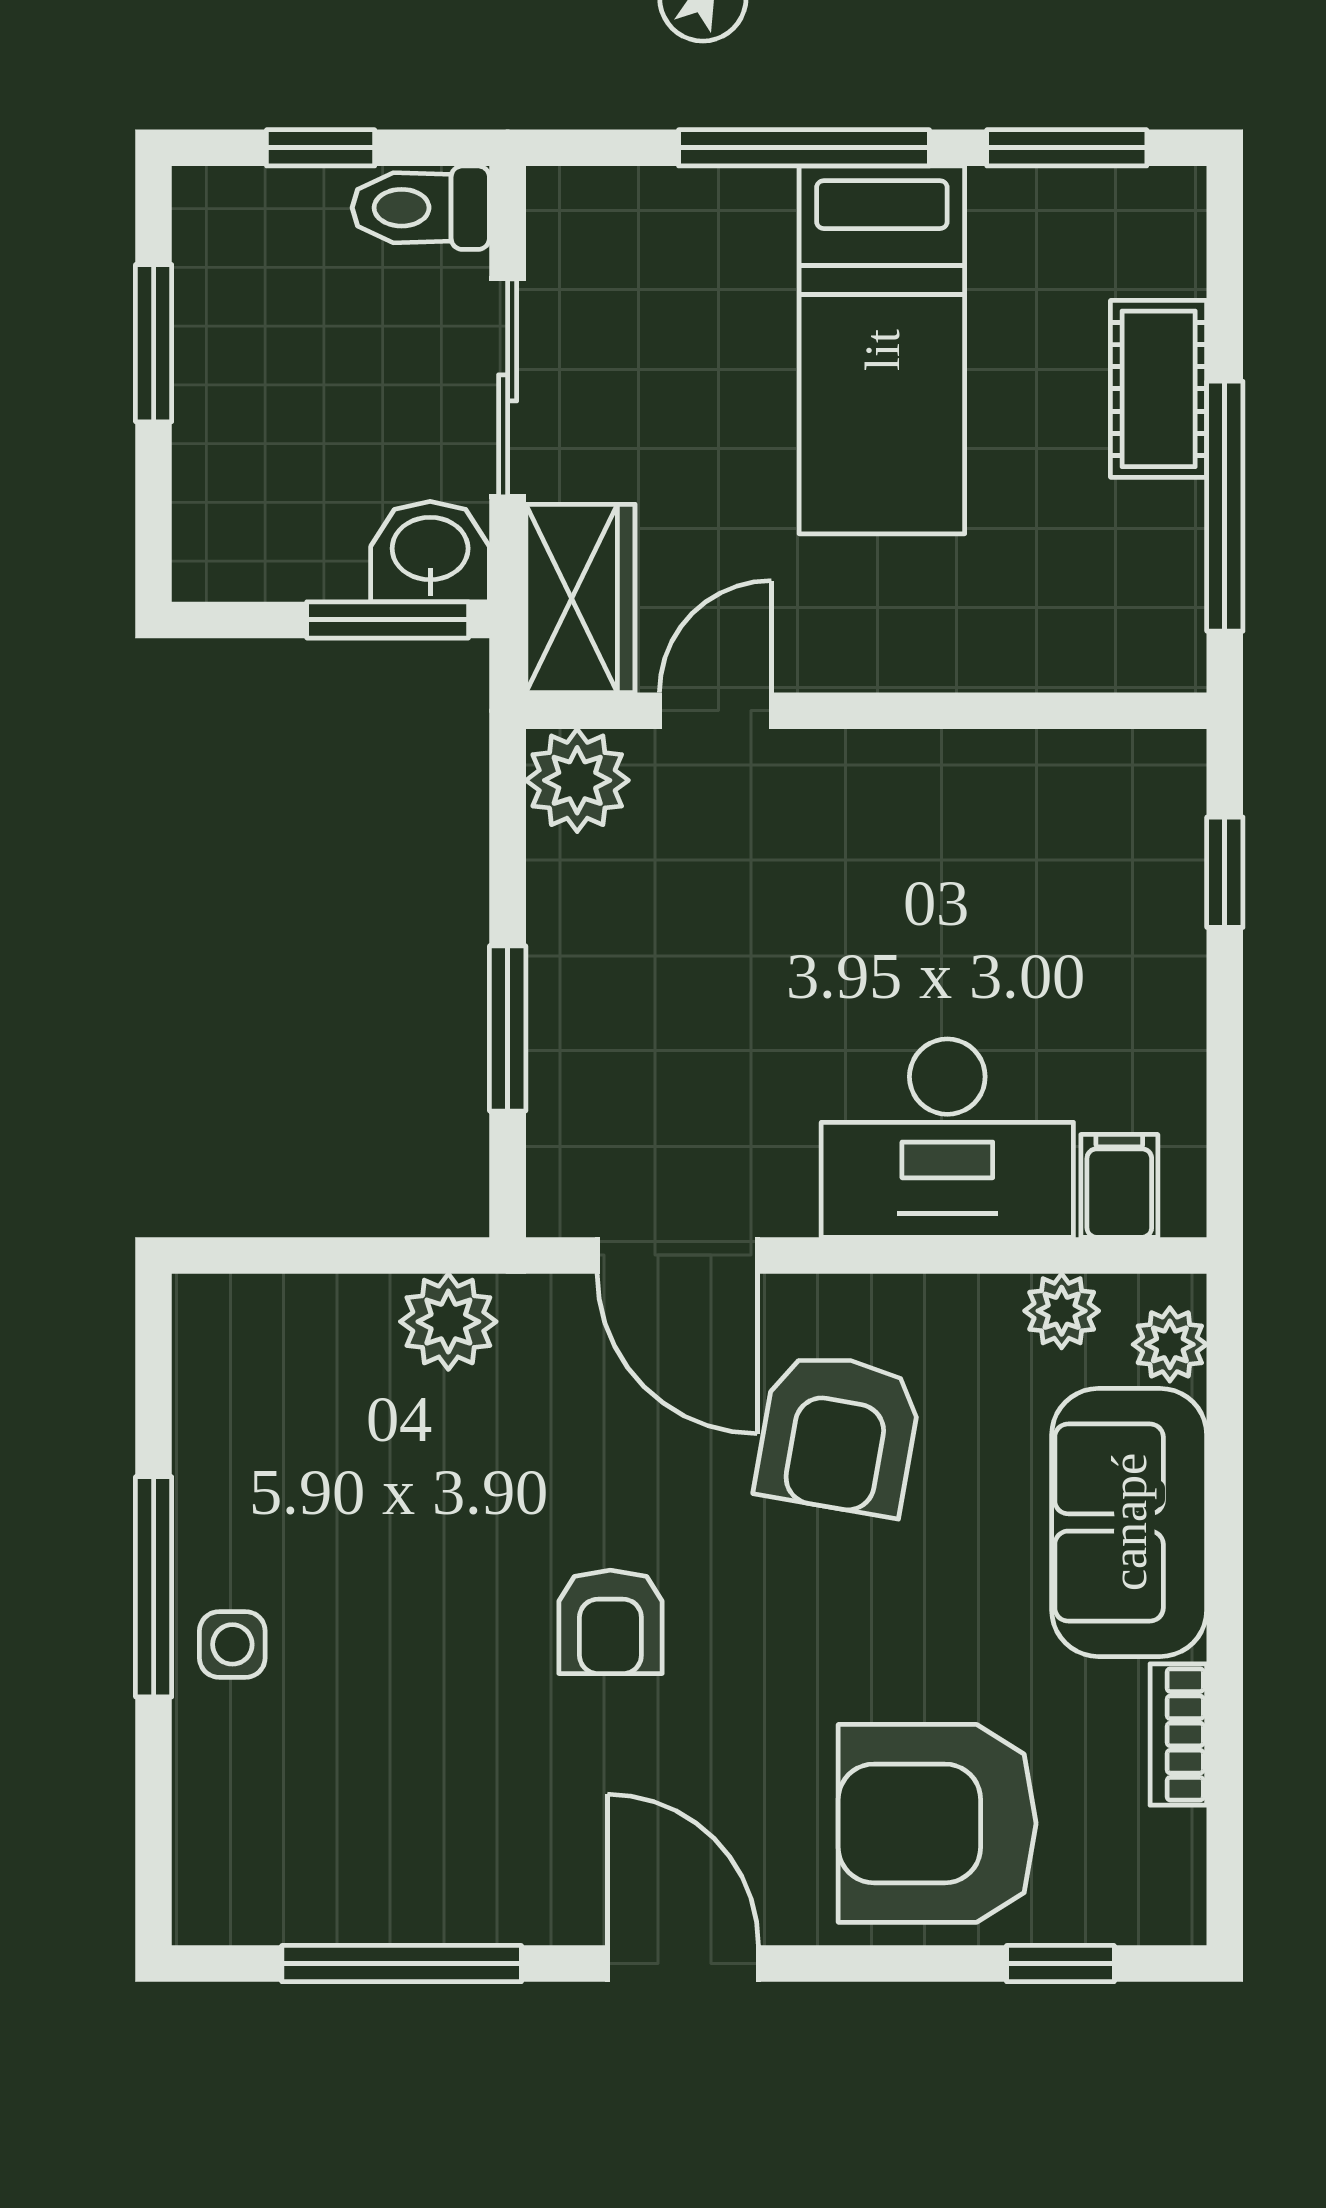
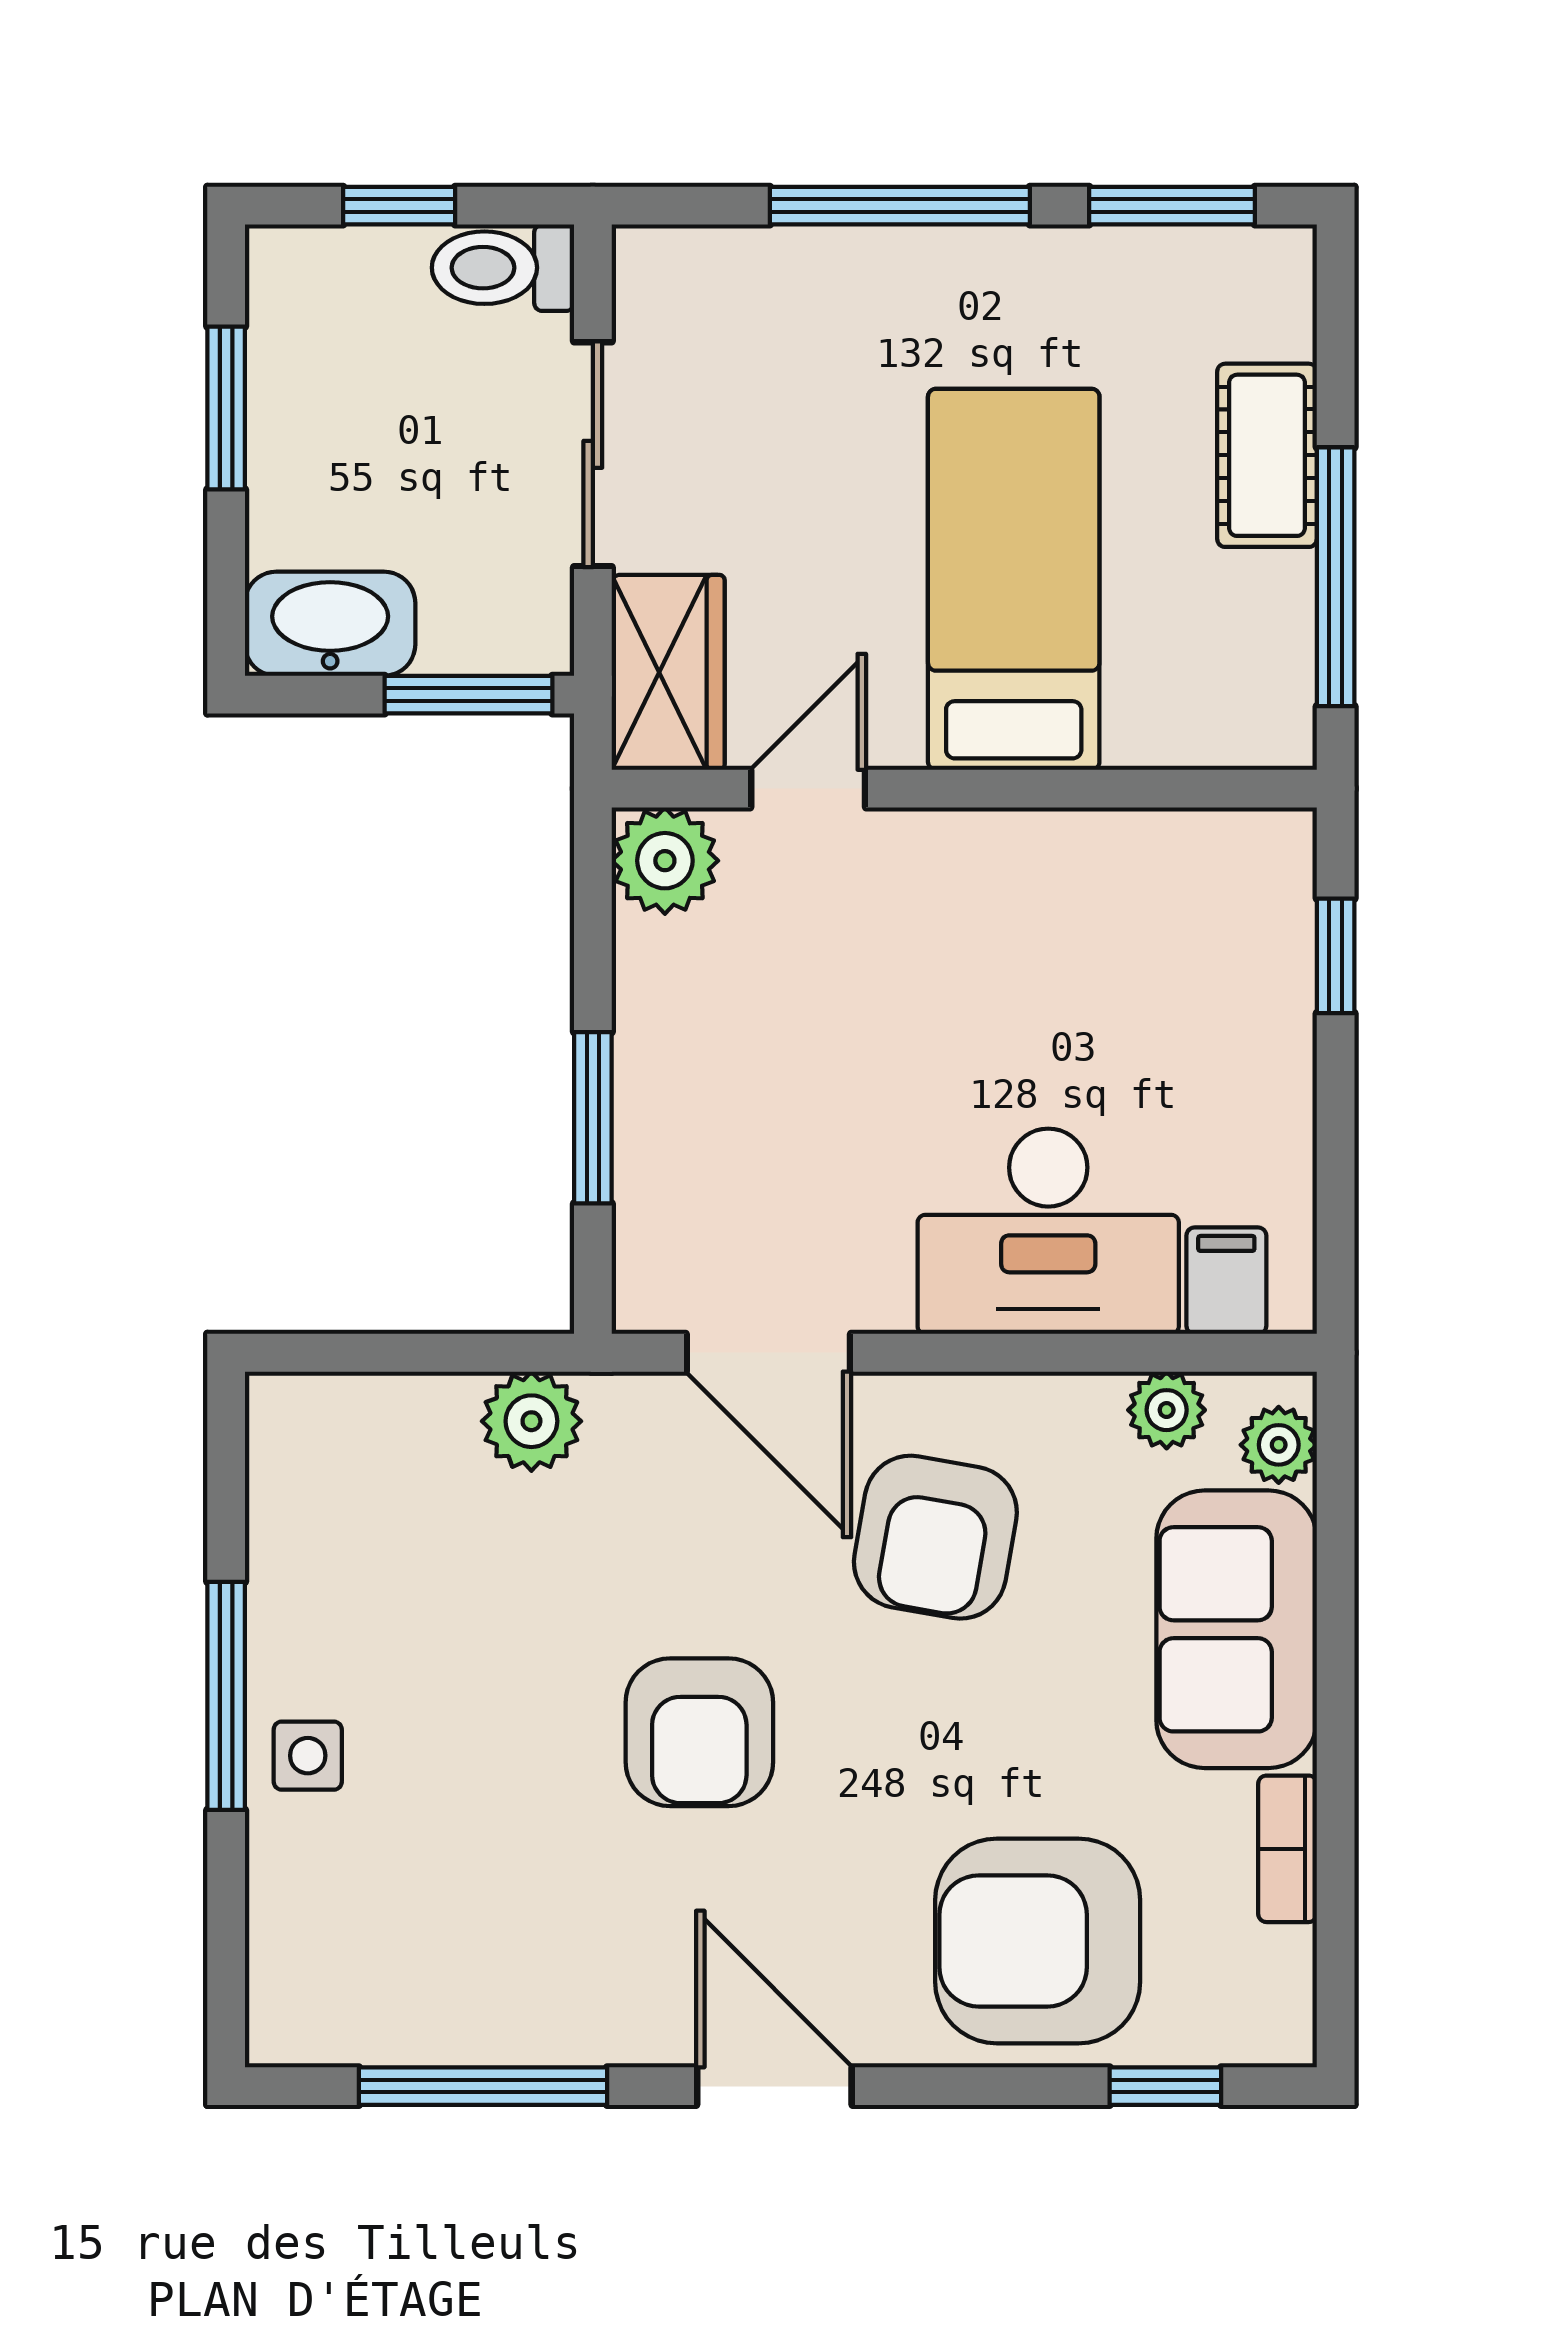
bed: (882, 350) -> (1014, 579), moved, turned 180
washbasin: (430, 552) -> (330, 624), moved, width x1.38
armchair: (610, 1622) -> (699, 1732), width x1.38, depth x1.38

